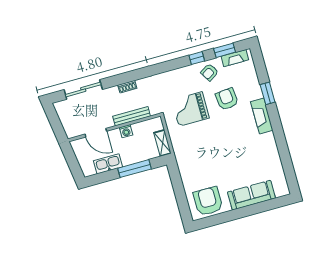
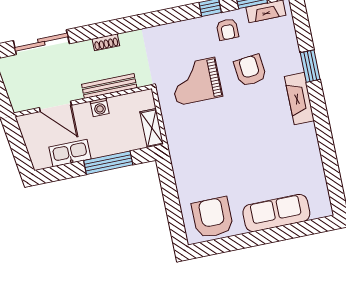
armchair: (210, 72) -> (227, 29), turned -58

